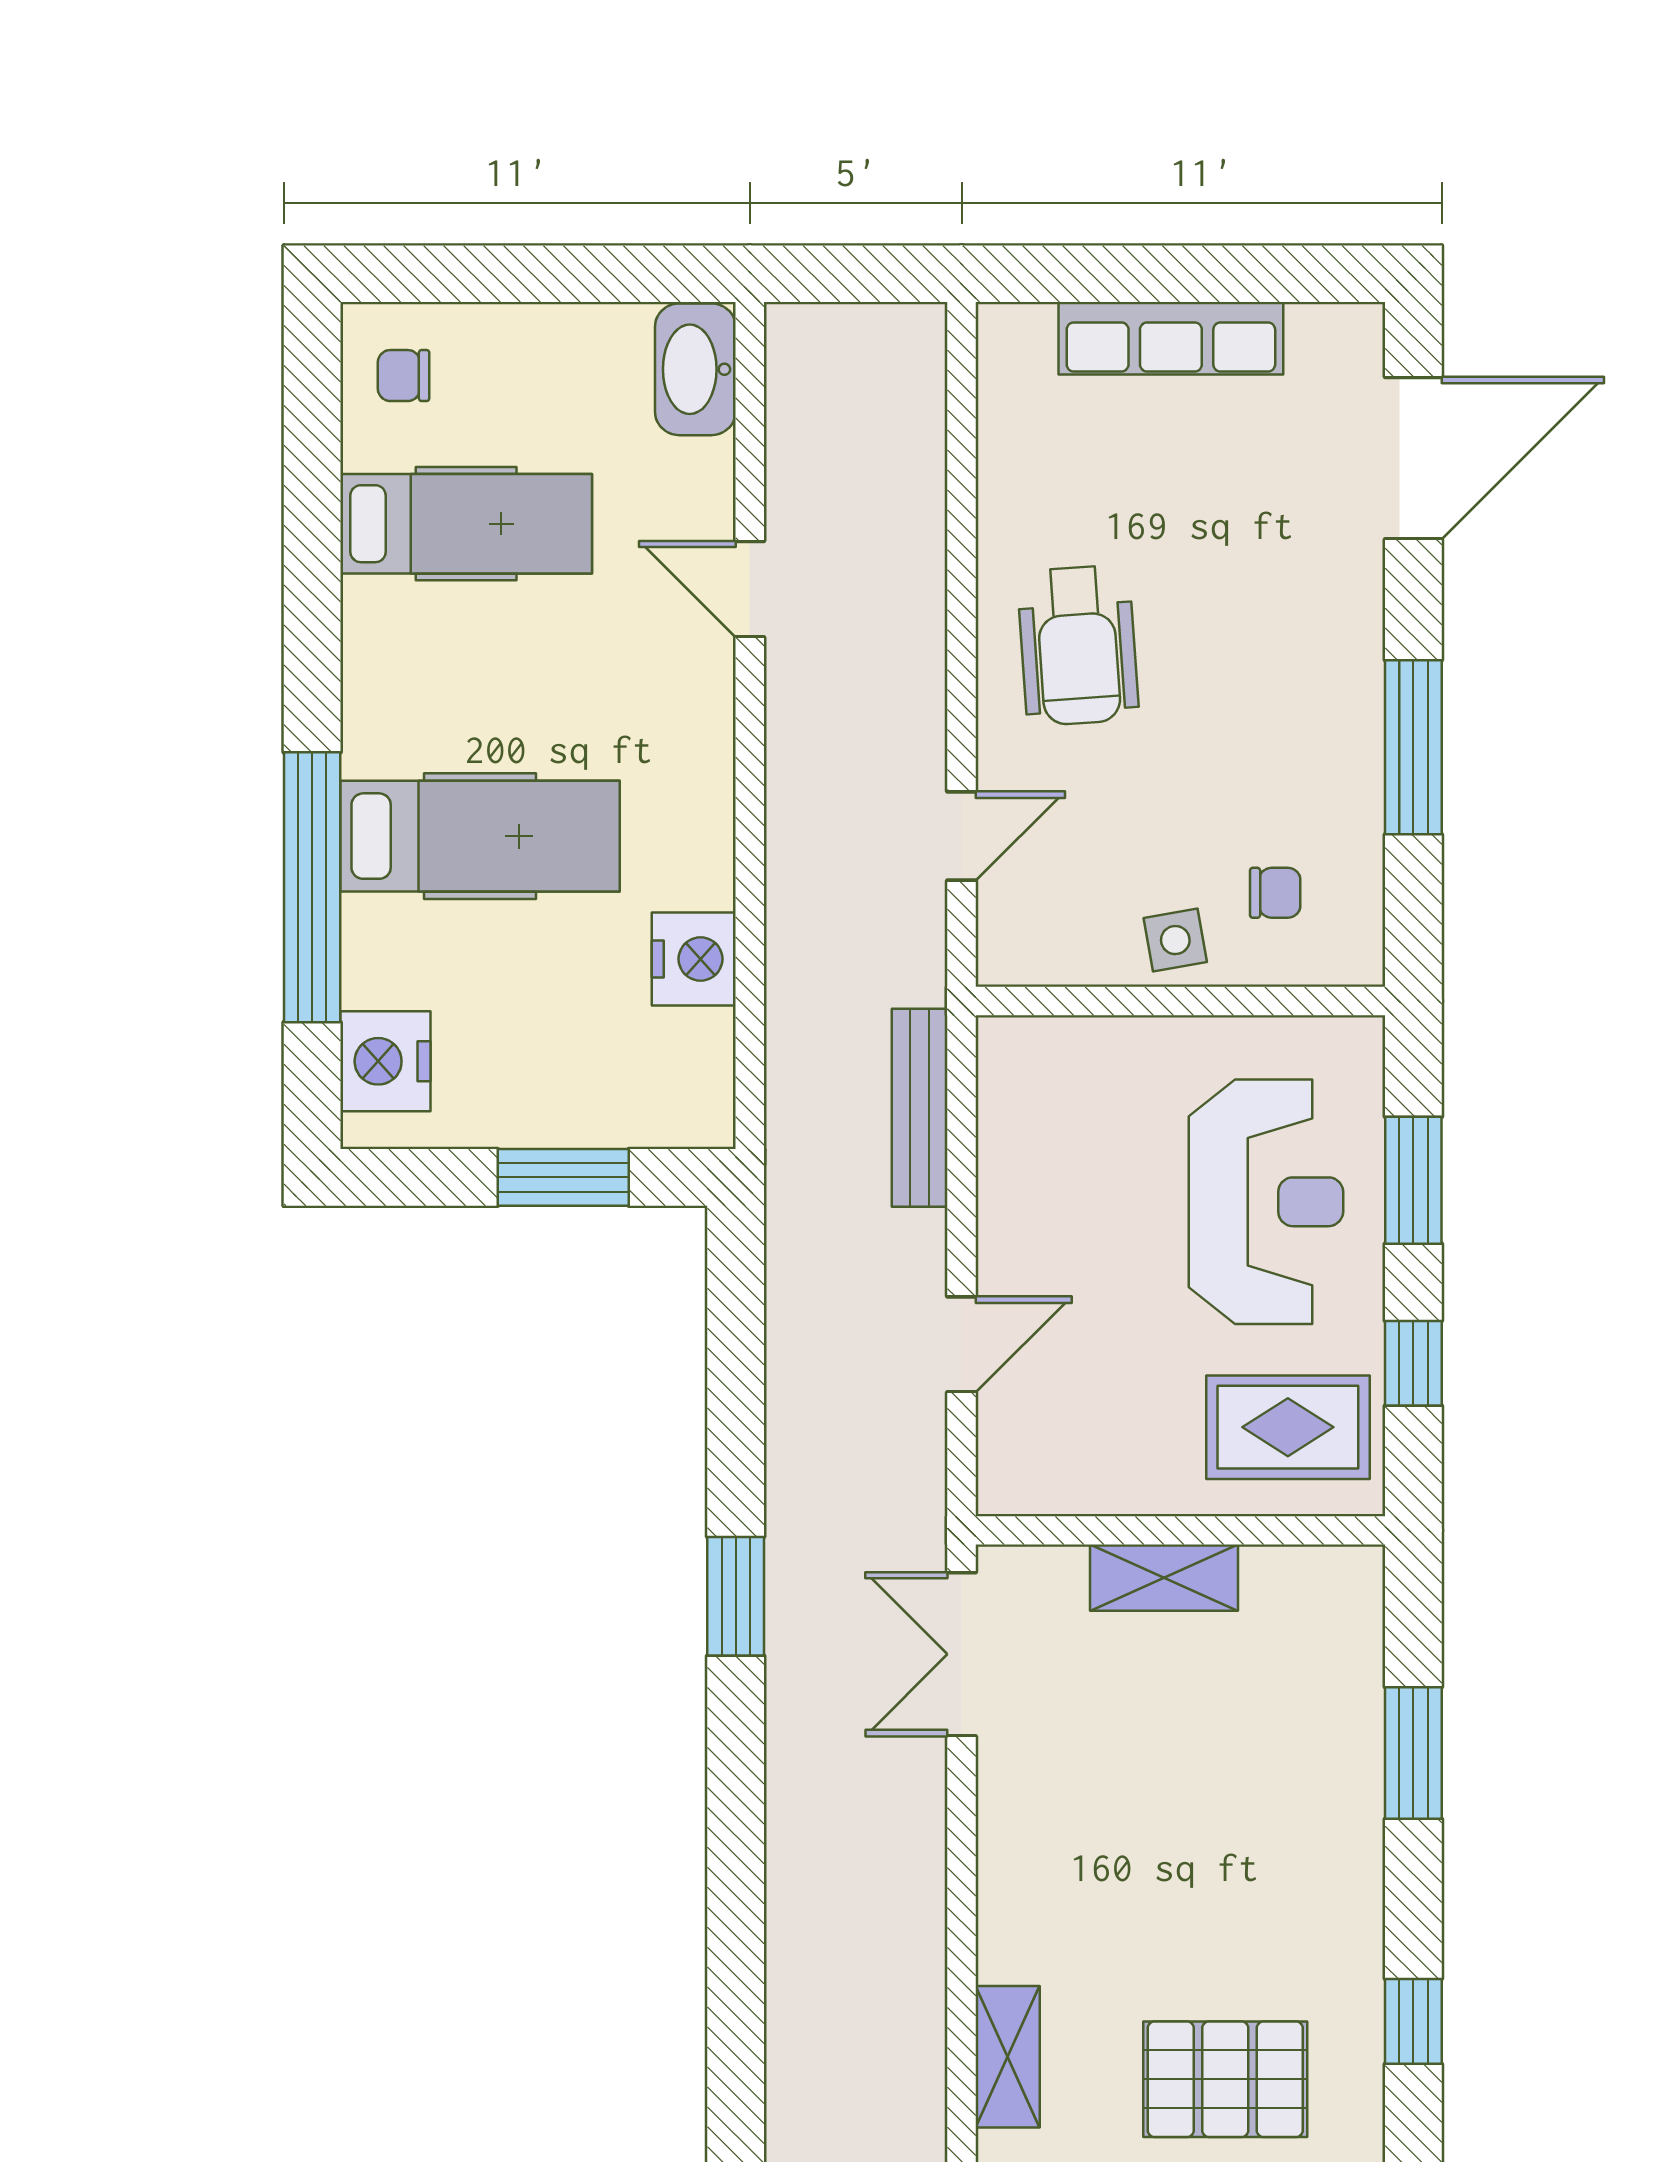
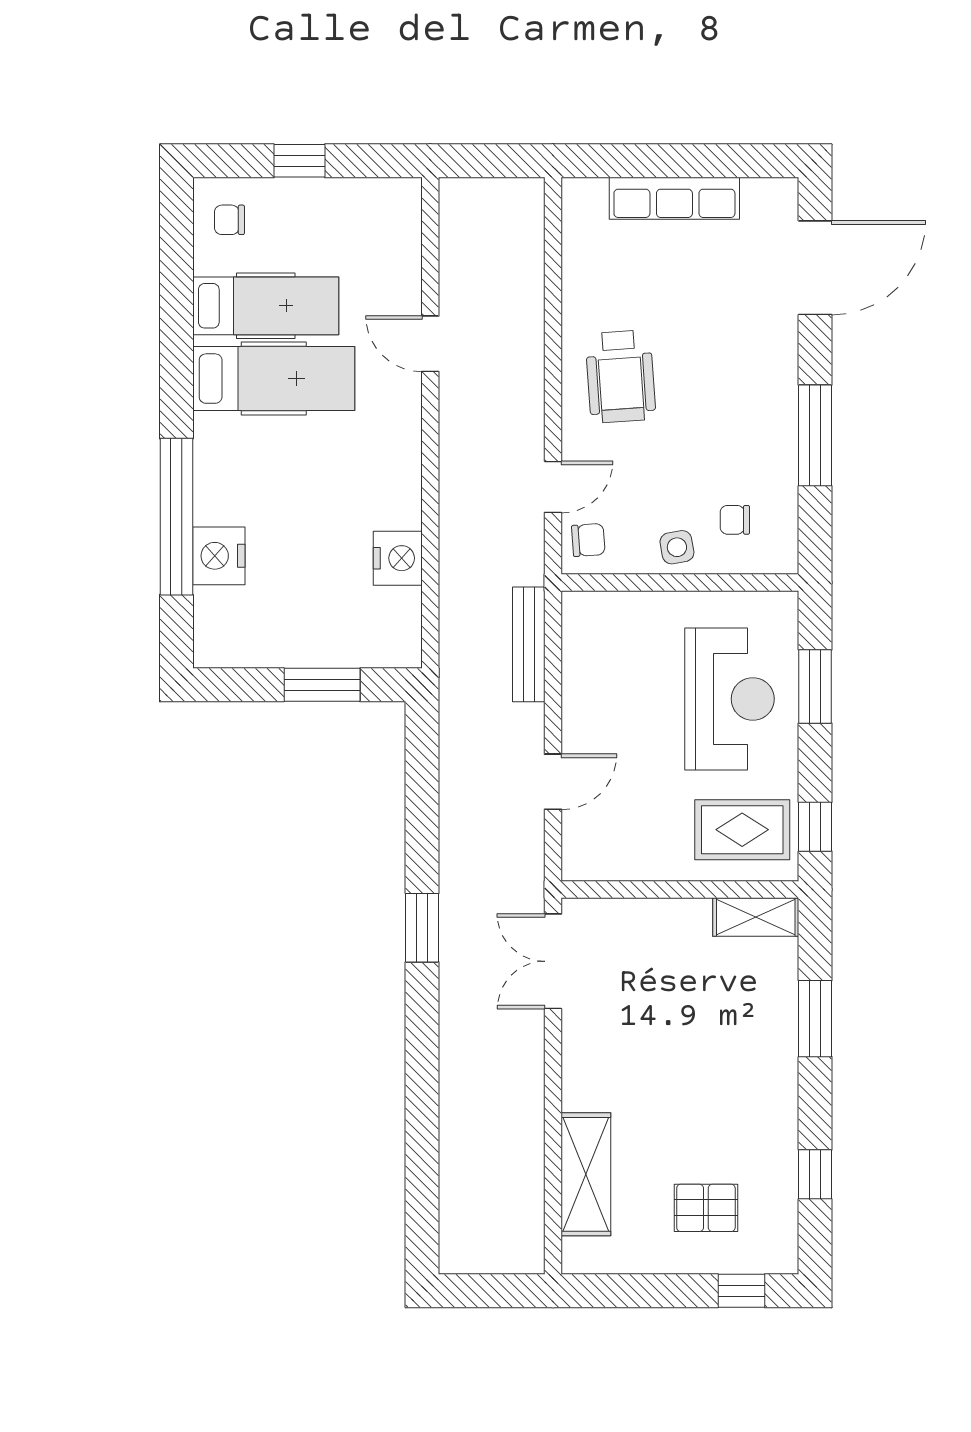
window: (524, 274) -> (299, 161), added
washbasin: (695, 369) -> (399, 216), removed
hospital bed: (480, 836) -> (274, 379), moved
chair: (1275, 893) -> (735, 520), turned 180
chair: (1022, 928) -> (588, 540), added
nightstand: (385, 1061) -> (219, 556), moved
window: (1413, 1363) -> (815, 827), moved
shelving: (1164, 1578) -> (756, 917), moved
shelving: (1008, 2057) -> (586, 1174), width x1.50, depth x1.33
pallet: (1225, 2079) -> (706, 1208), width x0.67, depth x0.71

